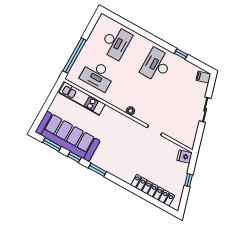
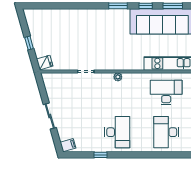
locker: (153, 190) -> (57, 15), removed

